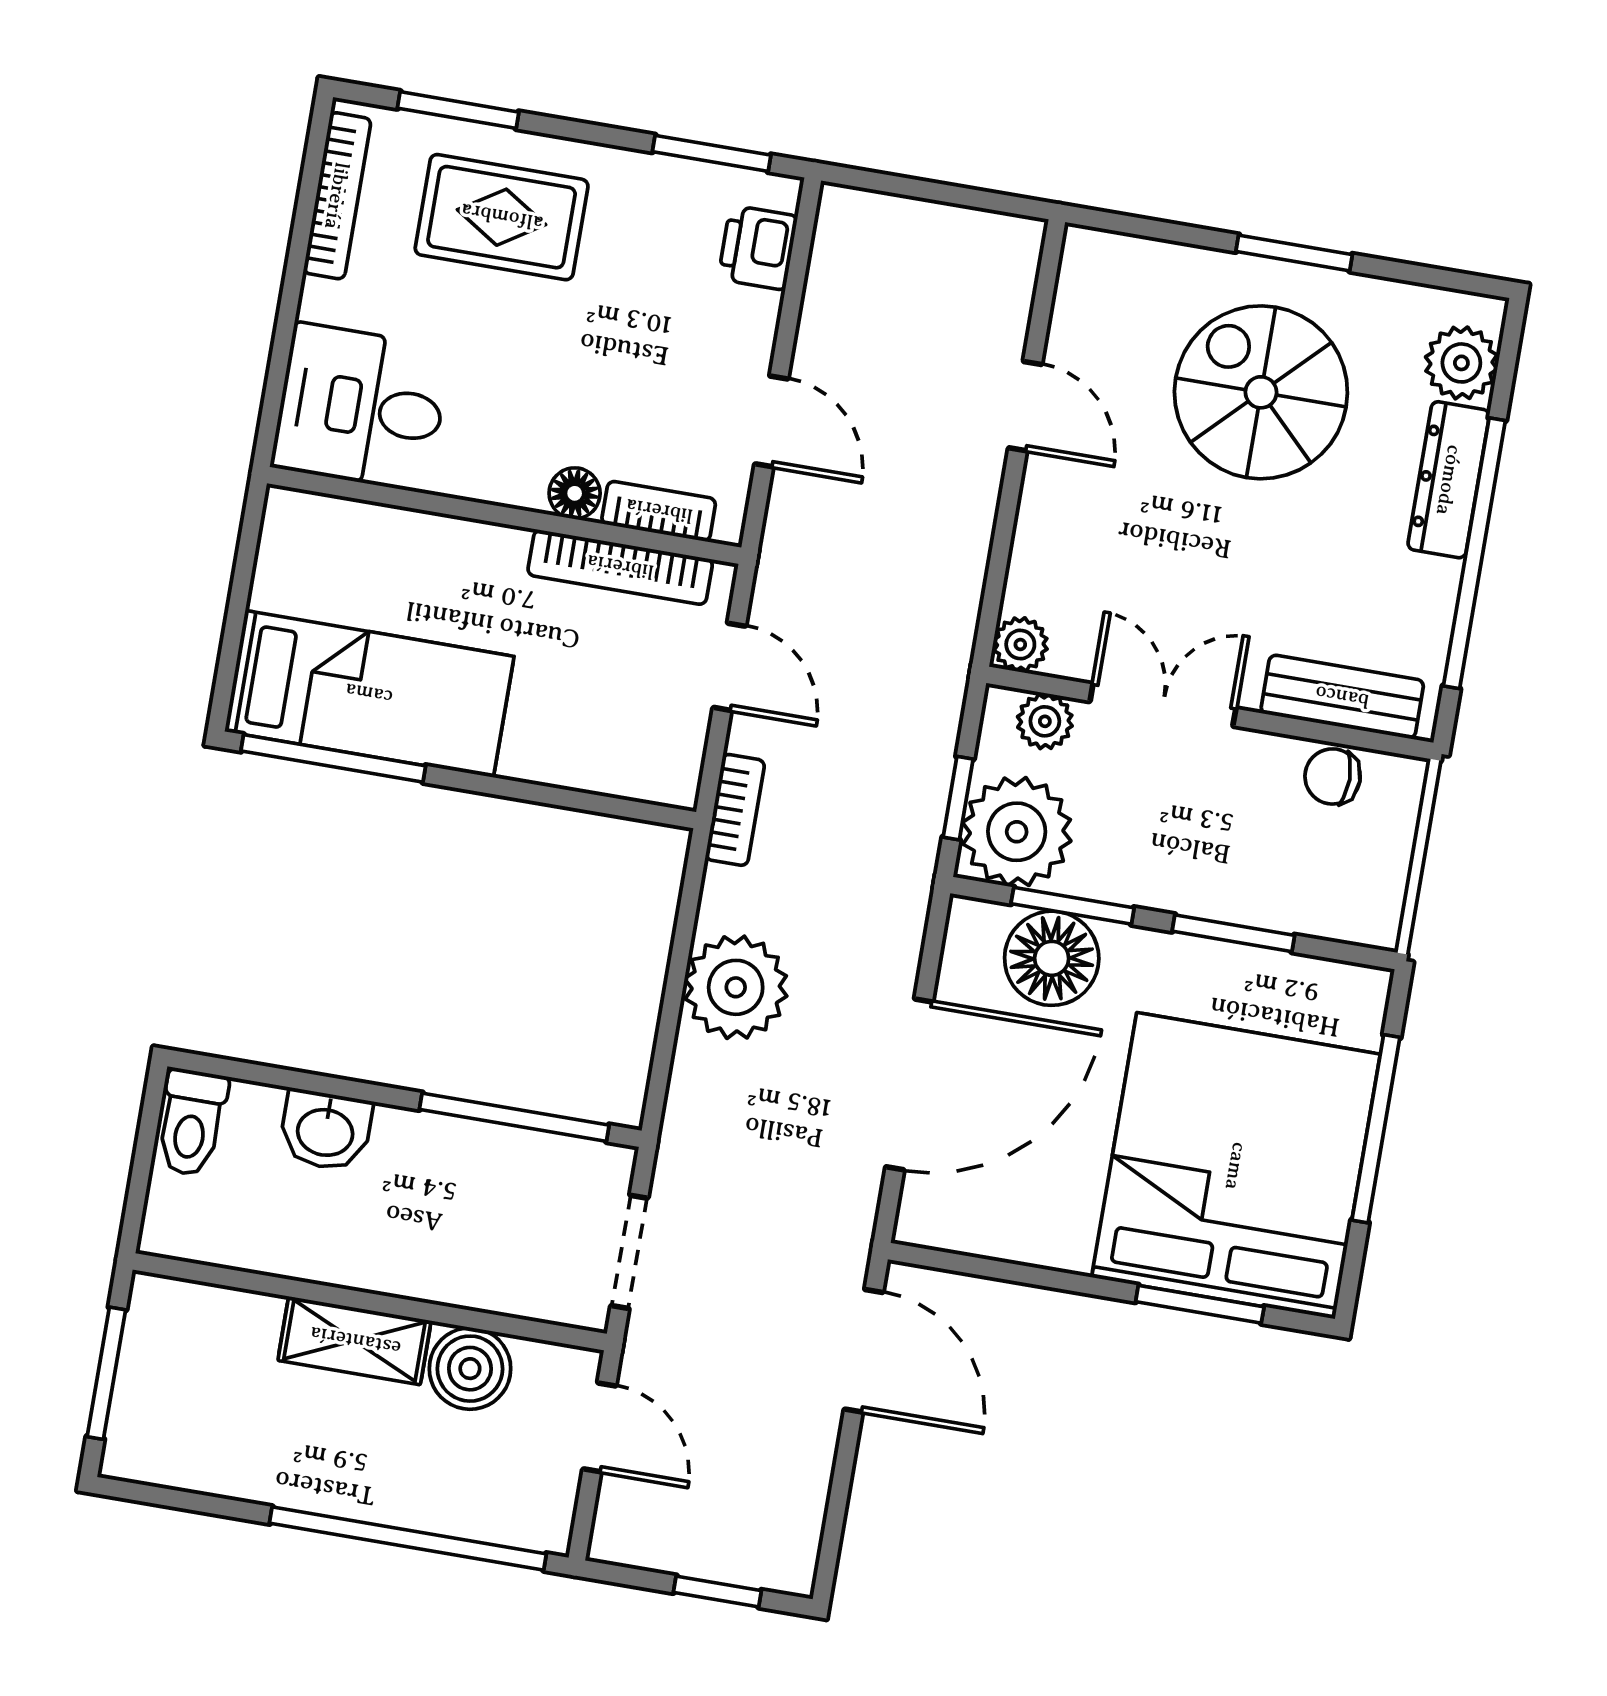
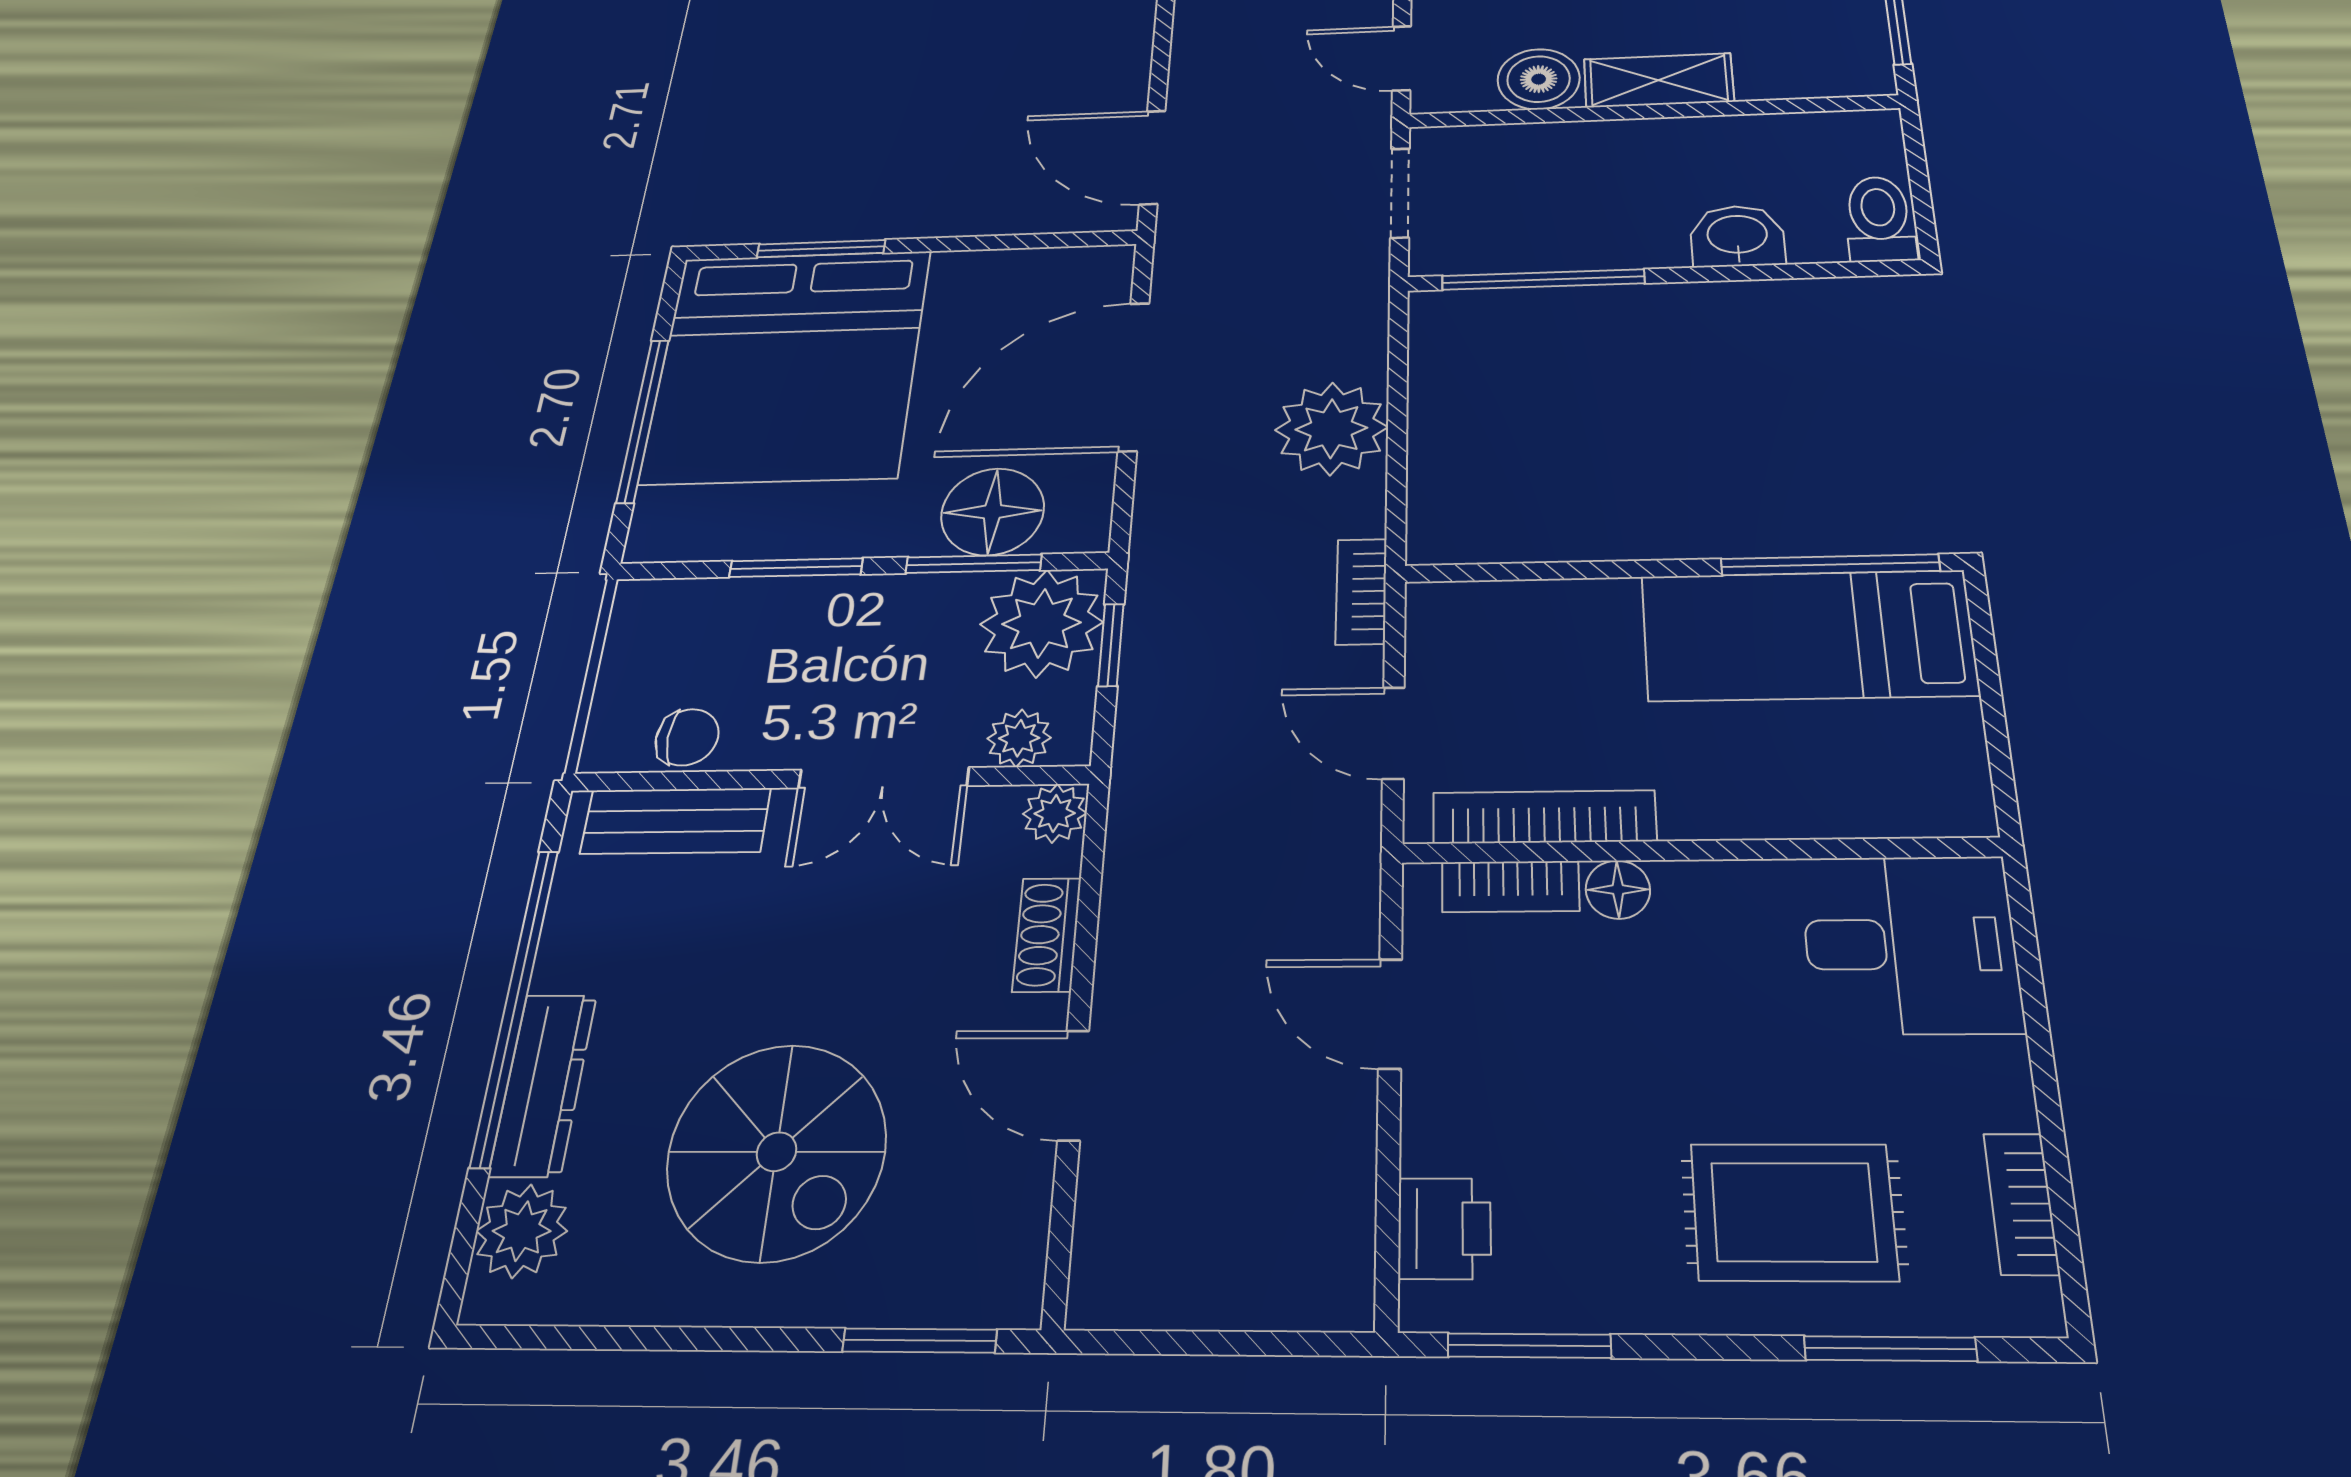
bookcase: (337, 196) -> (2021, 1204), width x0.64
window: (1294, 253) -> (919, 1341), moved
shoe rack: (1036, 537) -> (1047, 935), added

